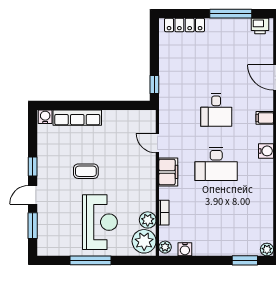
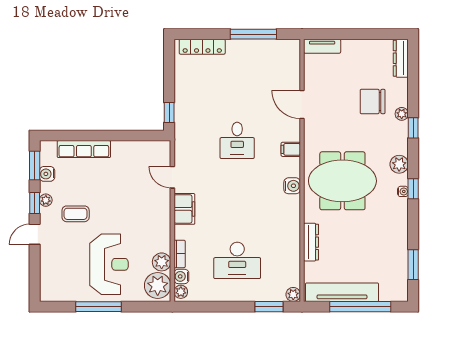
printer: (260, 26) -> (286, 48), removed
water cooler: (45, 117) -> (47, 174), moved, turned -90
plant: (43, 164) -> (46, 200), added
desk: (216, 164) -> (237, 260), moved
coffee table: (86, 171) -> (76, 214), moved
window: (33, 226) -> (35, 165), moved
water cooler: (185, 249) -> (181, 276), moved, turned 90

